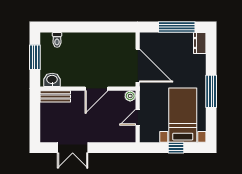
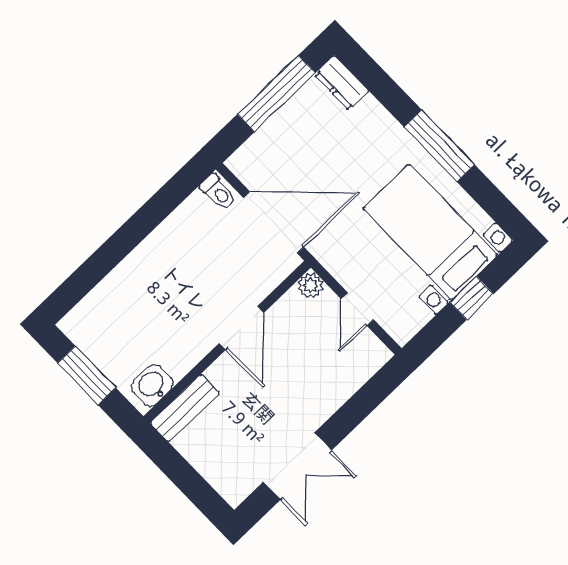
toilet: (57, 40) -> (218, 192), moved

